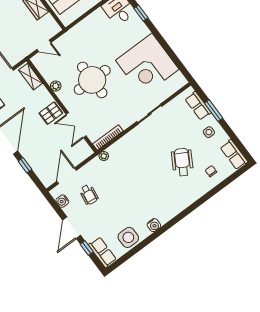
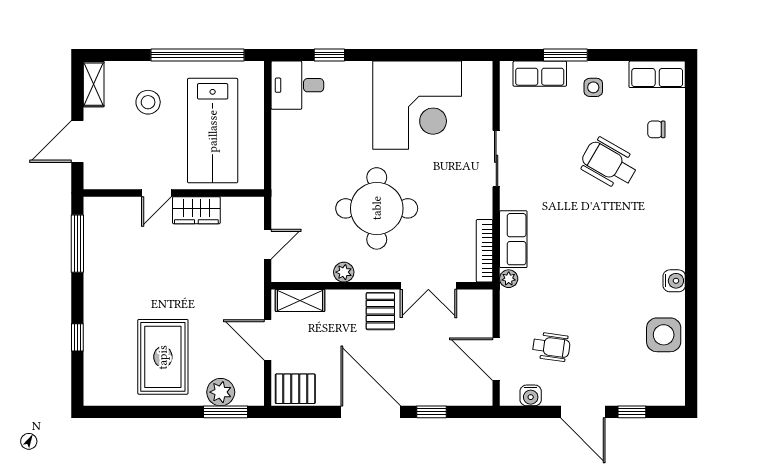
row of seats: (102, 252) -> (513, 239), moved, turned 90

